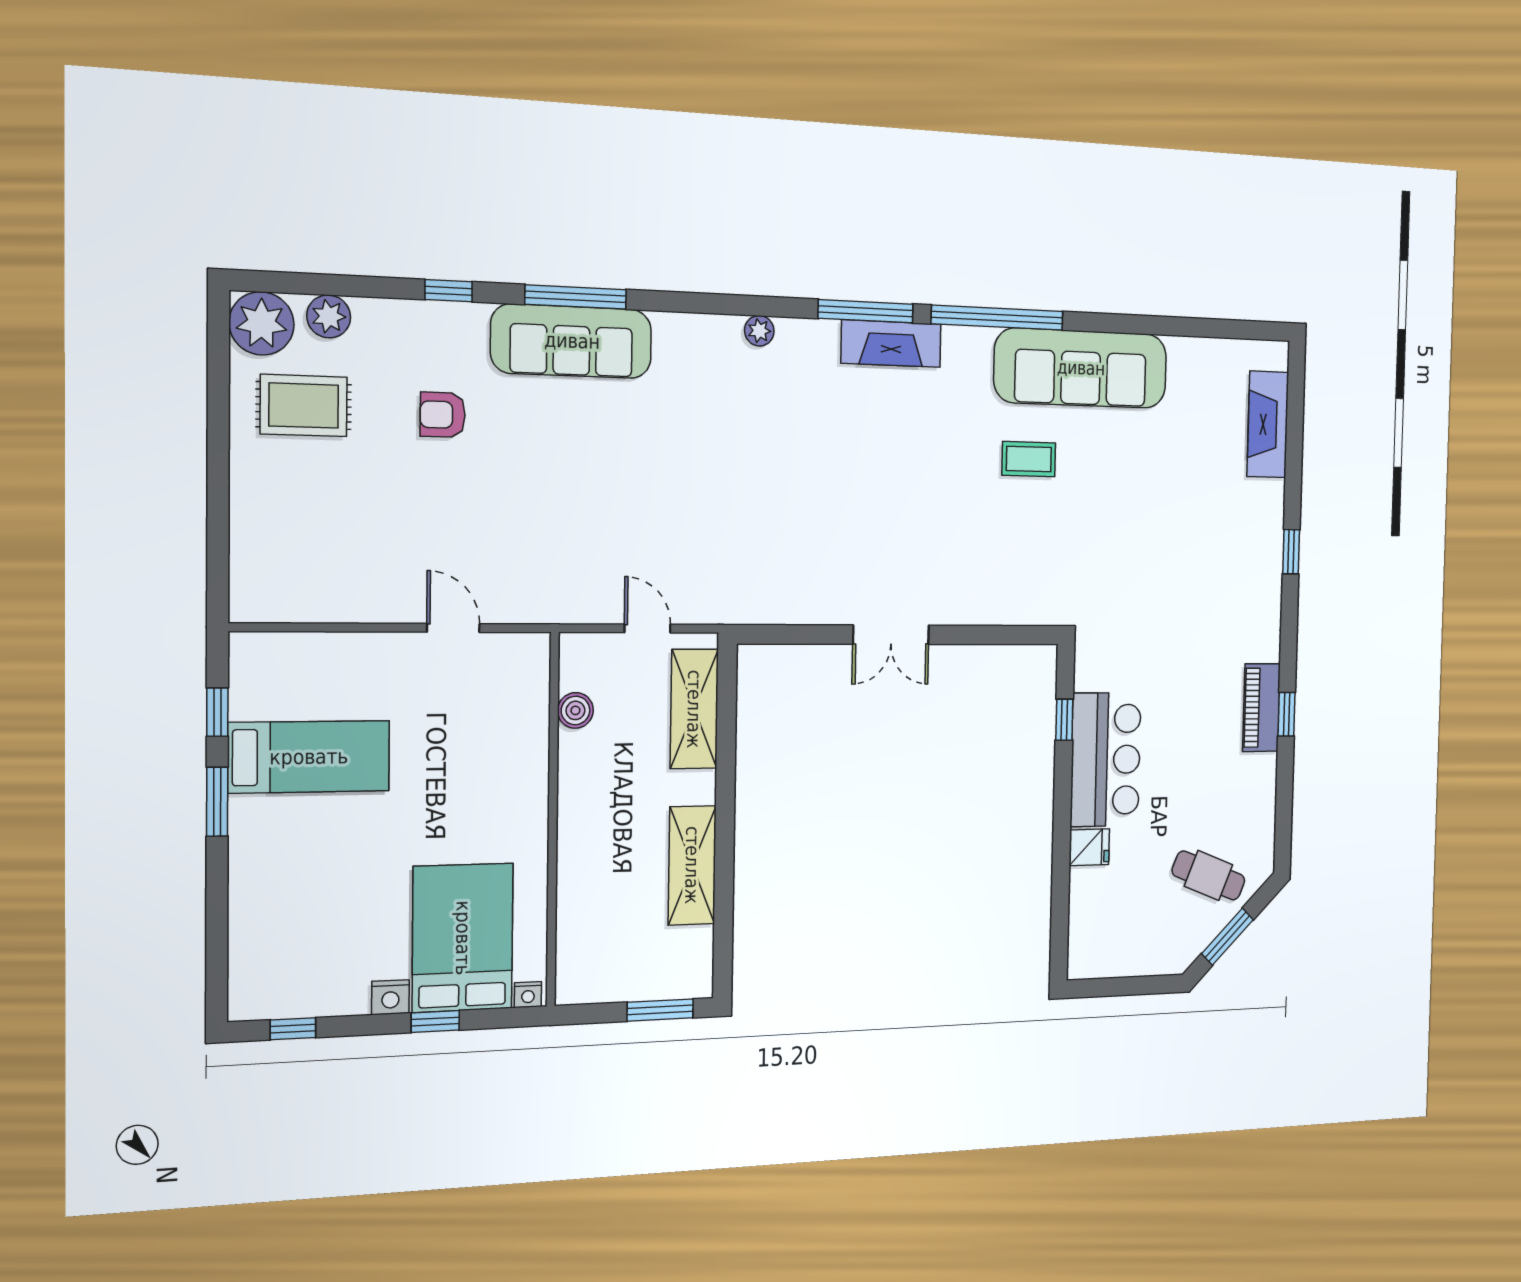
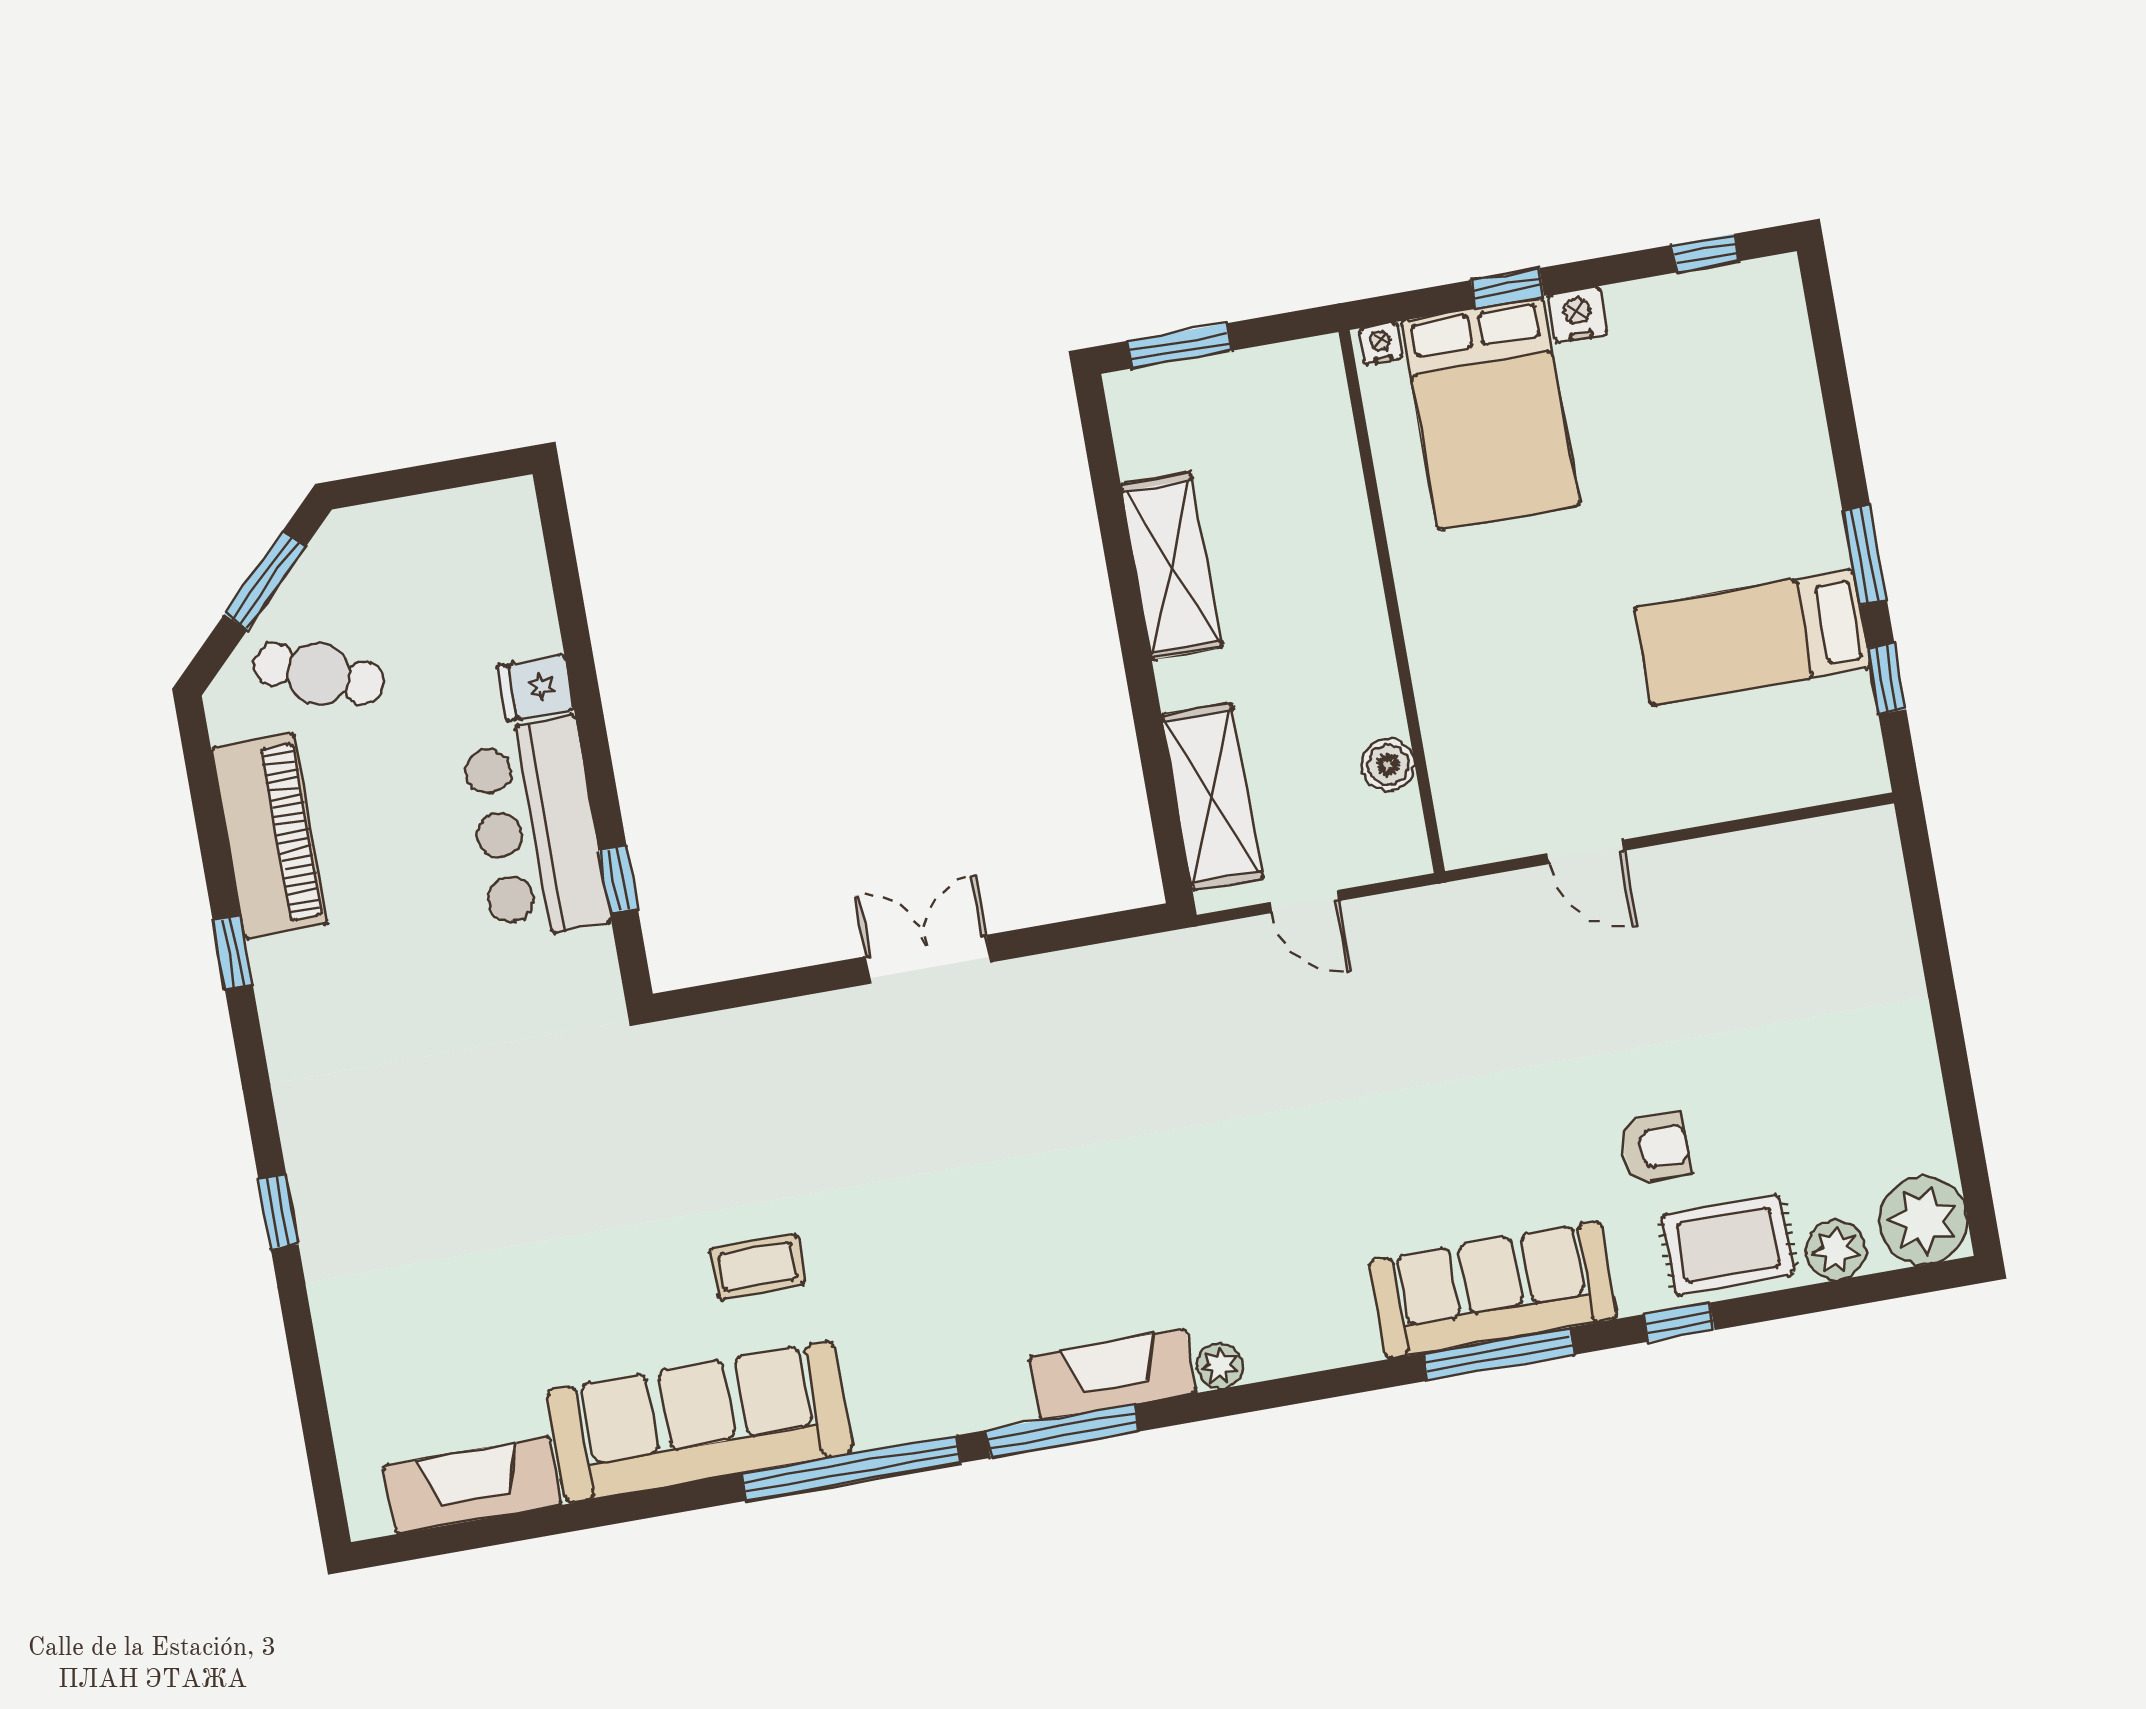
fireplace: (891, 344) -> (1113, 1375), moved
rug: (304, 405) -> (1728, 1245), moved
fireplace: (1268, 424) -> (473, 1485), moved, turned -90
piano: (1261, 708) -> (269, 836), moved, width x1.37, depth x1.33

